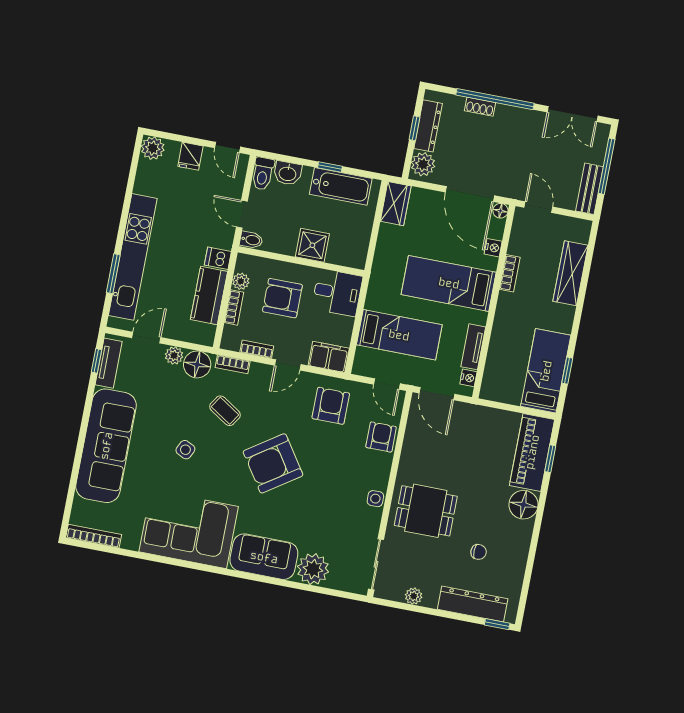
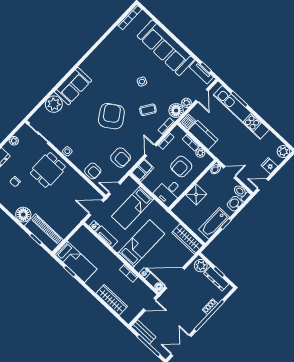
wardrobe: (396, 204) -> (187, 239), width x1.50
dishwasher: (218, 258) -> (188, 122), moved
armchair: (282, 298) -> (181, 167), turned 180
corner sofa: (189, 529) -> (106, 61), removed

